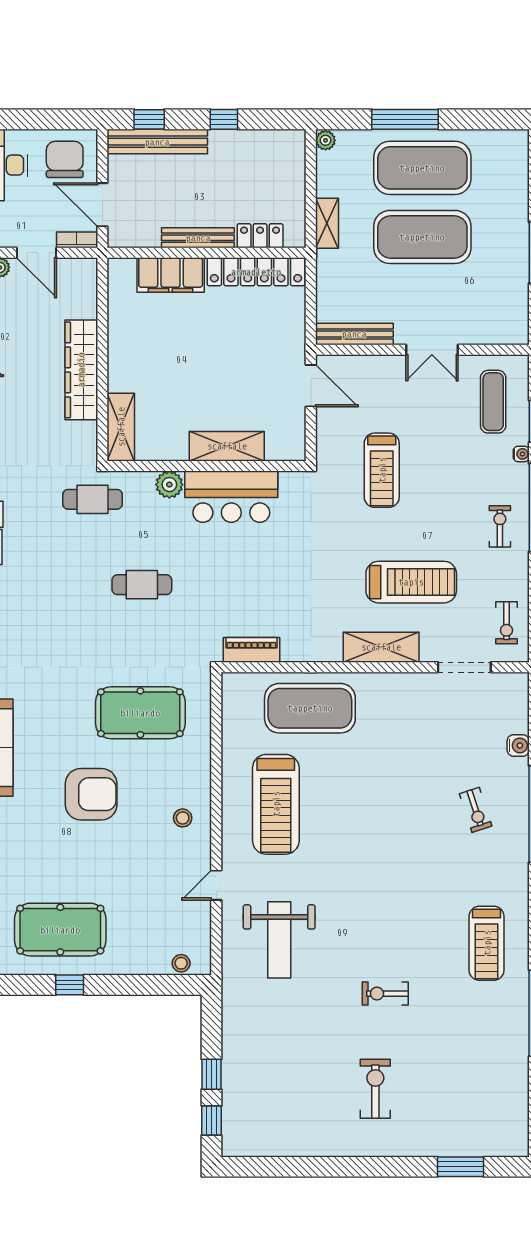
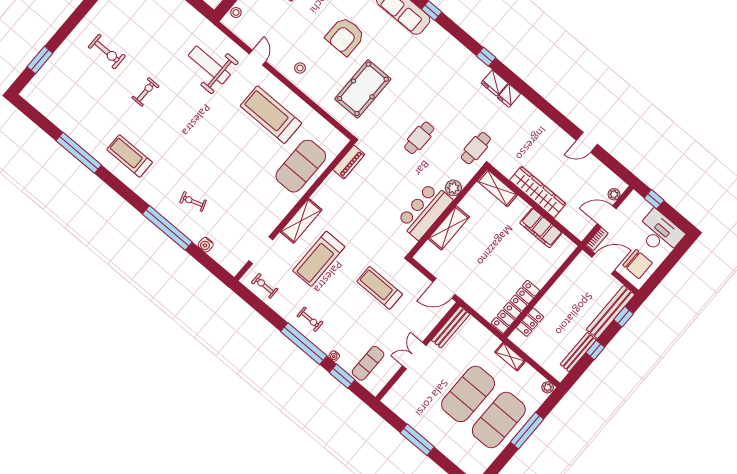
bench: (198, 238) -> (578, 352), moved
filing cabinet: (171, 275) -> (541, 228), moved, turned -90
exercise mat: (493, 402) -> (368, 363), turned 90

